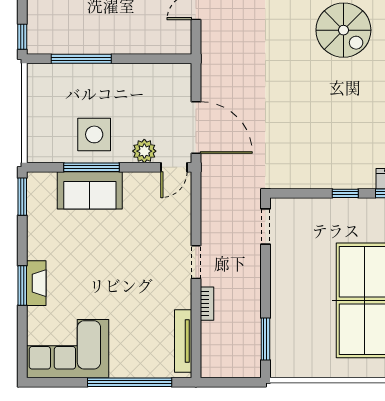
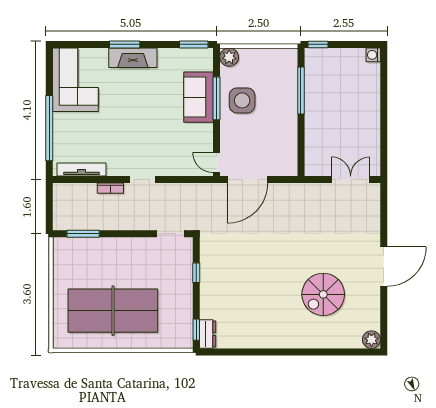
plant: (144, 151) -> (229, 57), moved
window: (345, 193) -> (196, 273), moved
fireplace: (36, 283) -> (133, 58), width x1.37, depth x1.32

